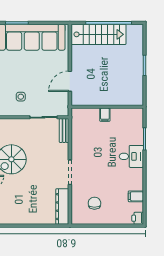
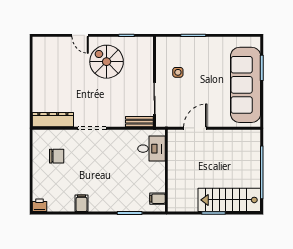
stairs: (98, 34) -> (229, 200), moved, turned 90
door: (70, 81) -> (195, 128), hinge flipped
filing cabinet: (105, 115) -> (157, 199), moved
desk: (131, 156) -> (151, 149), moved, turned -90
filing cabinet: (136, 196) -> (82, 203), moved

